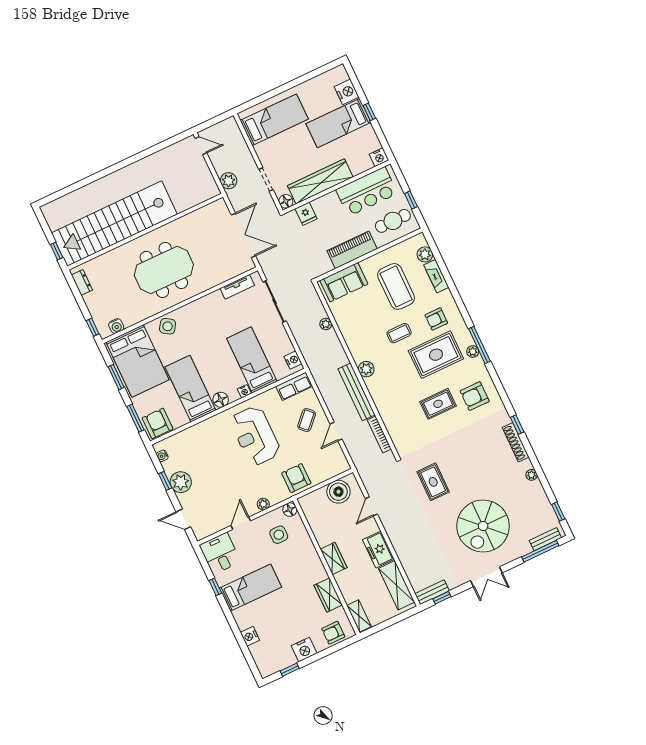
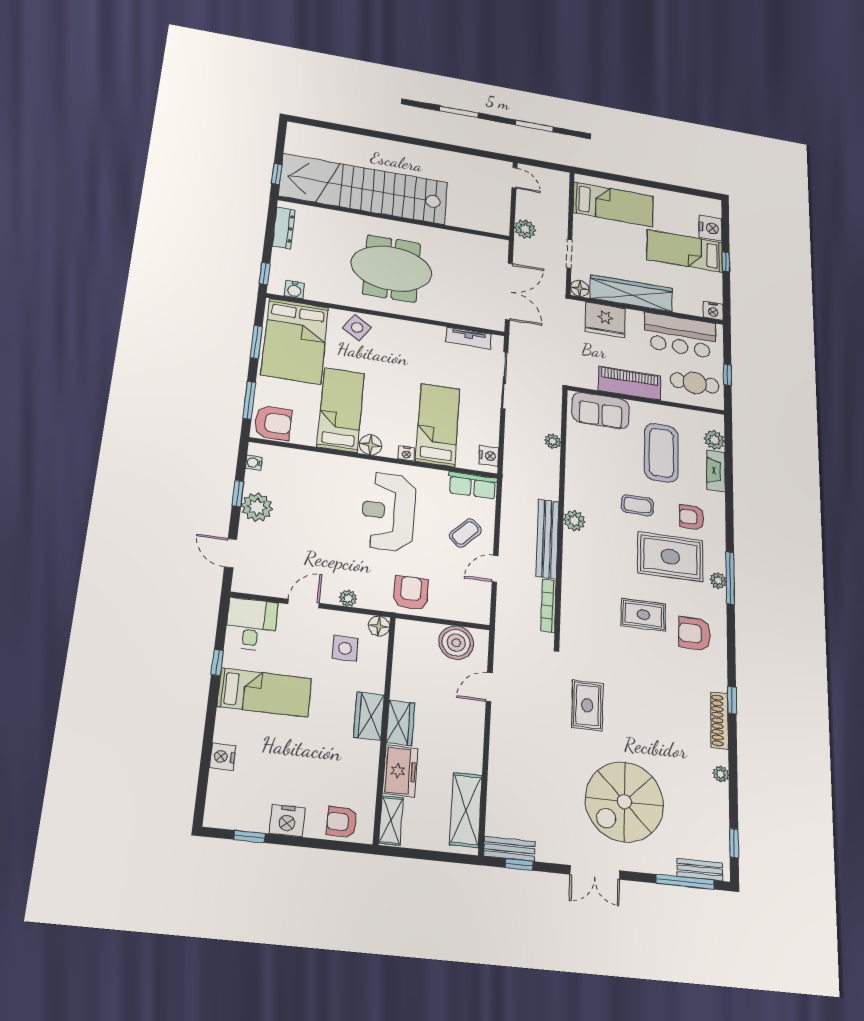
fridge: (306, 214) -> (605, 320), width x1.88, depth x1.34
dresser: (82, 283) -> (284, 228), width x1.44
armchair: (158, 423) -> (273, 423), turned 90
freezer: (378, 549) -> (400, 771), moved, turned 180
wardrobe: (328, 595) -> (369, 716), moved

